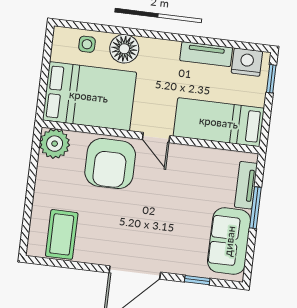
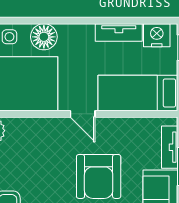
armchair: (110, 164) -> (99, 176), moved

